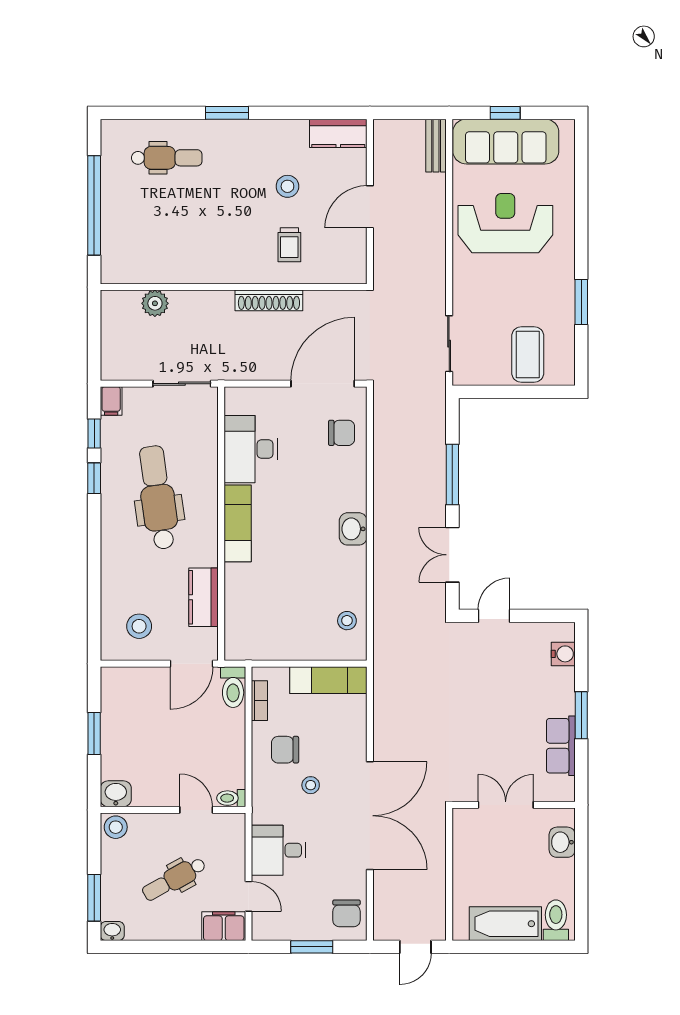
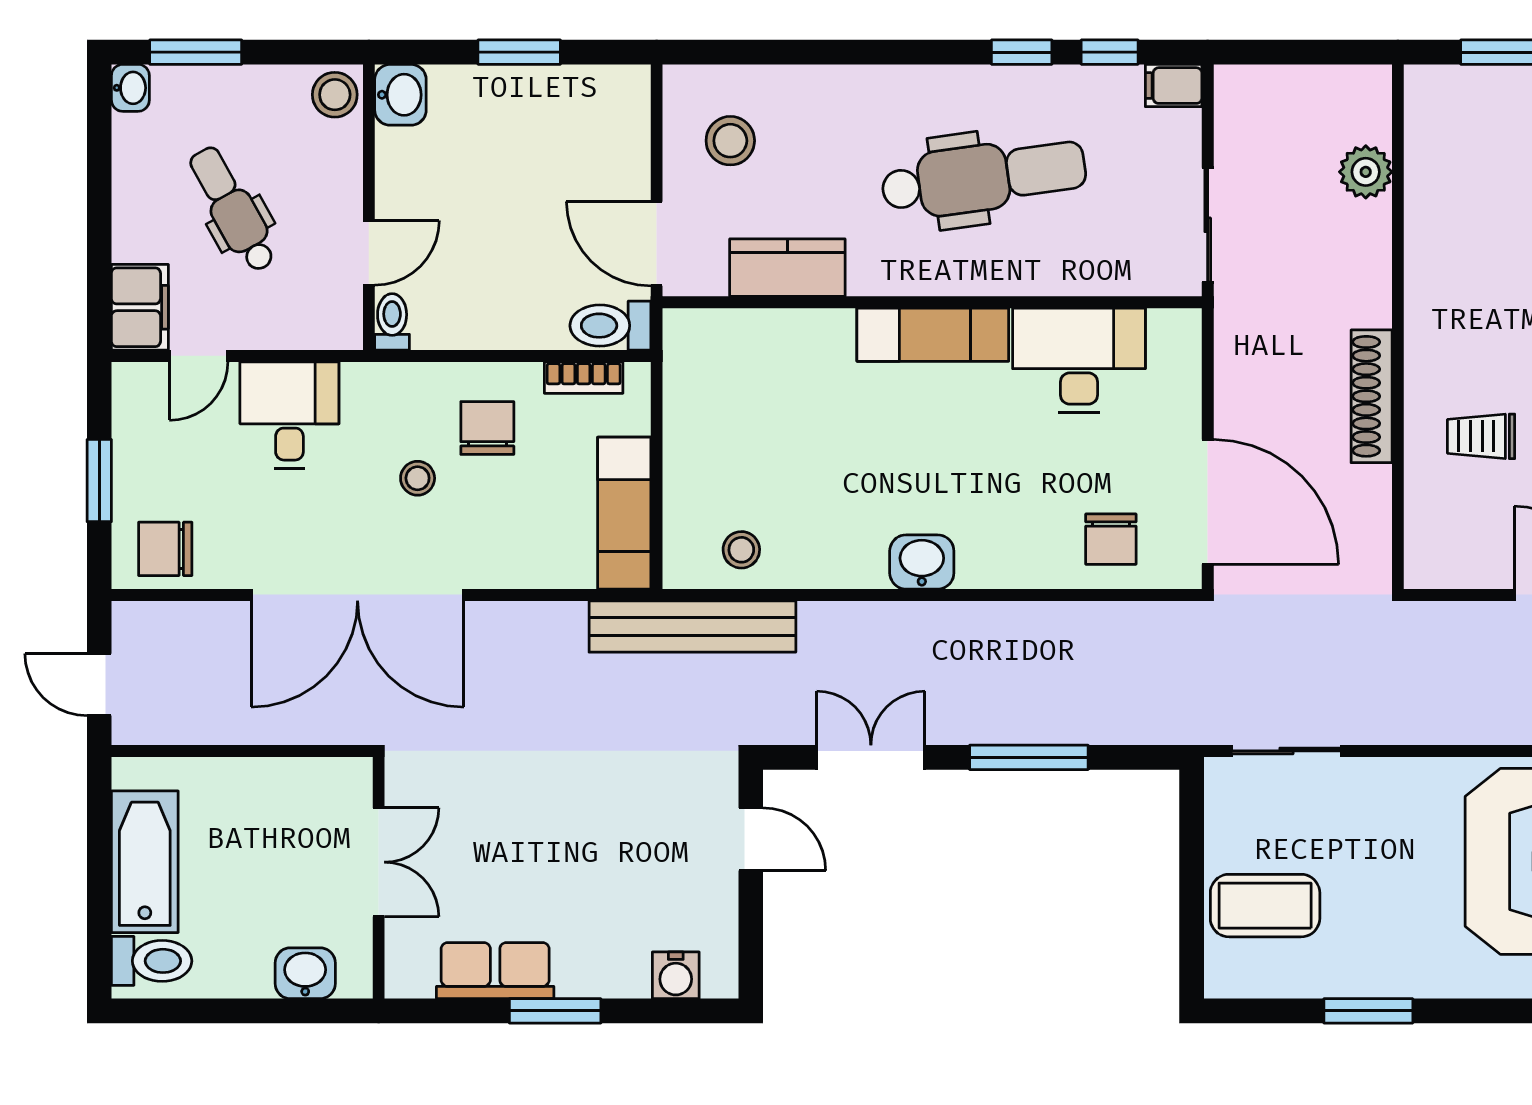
bench: (386, 645) -> (692, 626), added

